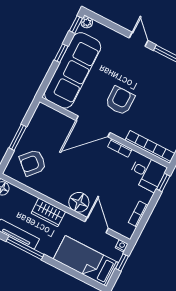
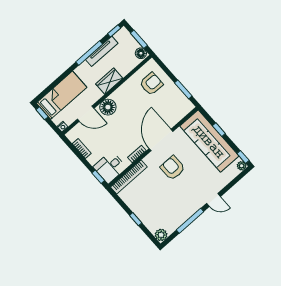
window: (61, 53) -> (219, 130), moved
armchair: (120, 101) -> (173, 168), turned 180
window: (18, 137) -> (183, 89), moved
armchair: (33, 163) -> (151, 84), turned 48
window: (122, 262) -> (42, 113), moved

